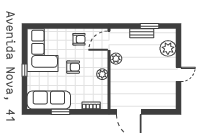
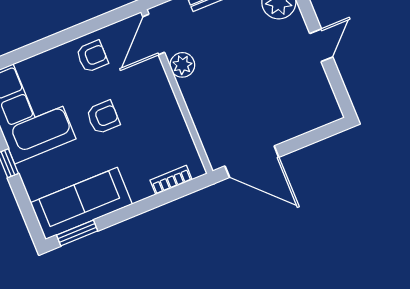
plant: (102, 74) -> (168, 108), removed
window: (60, 112) -> (77, 233), moved

